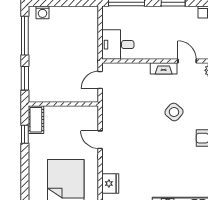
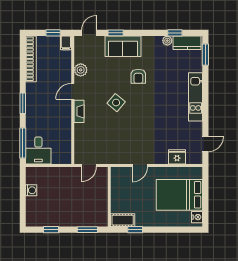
washing machine: (43, 12) -> (31, 190), moved
window: (25, 36) -> (51, 230), width x0.46
desk: (118, 45) -> (38, 150), moved
door: (100, 80) -> (89, 165), hinge flipped

